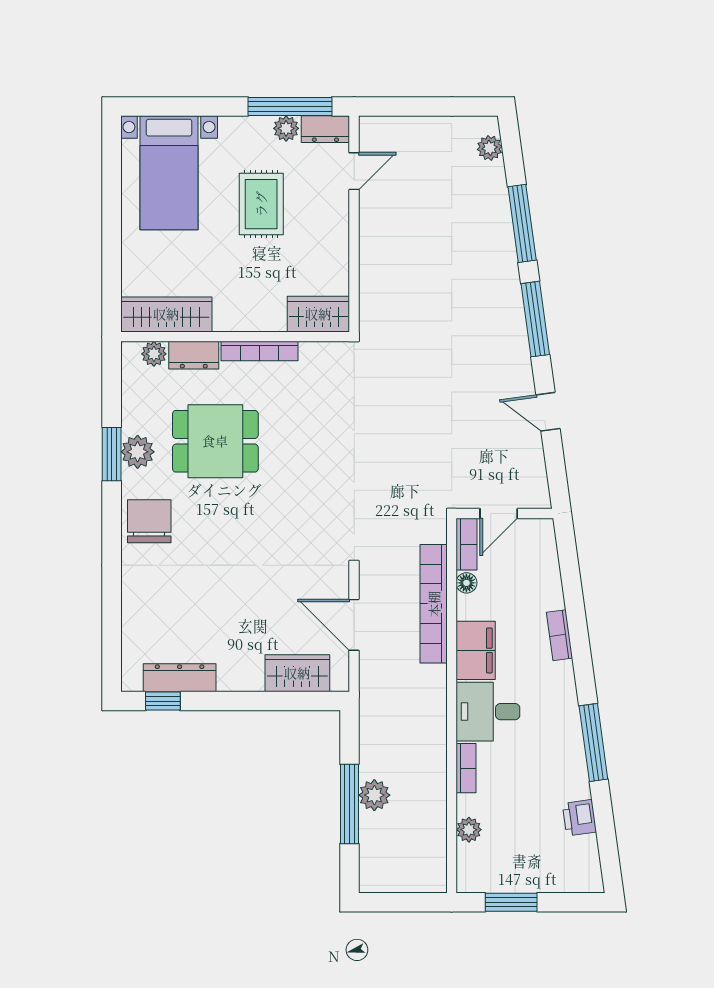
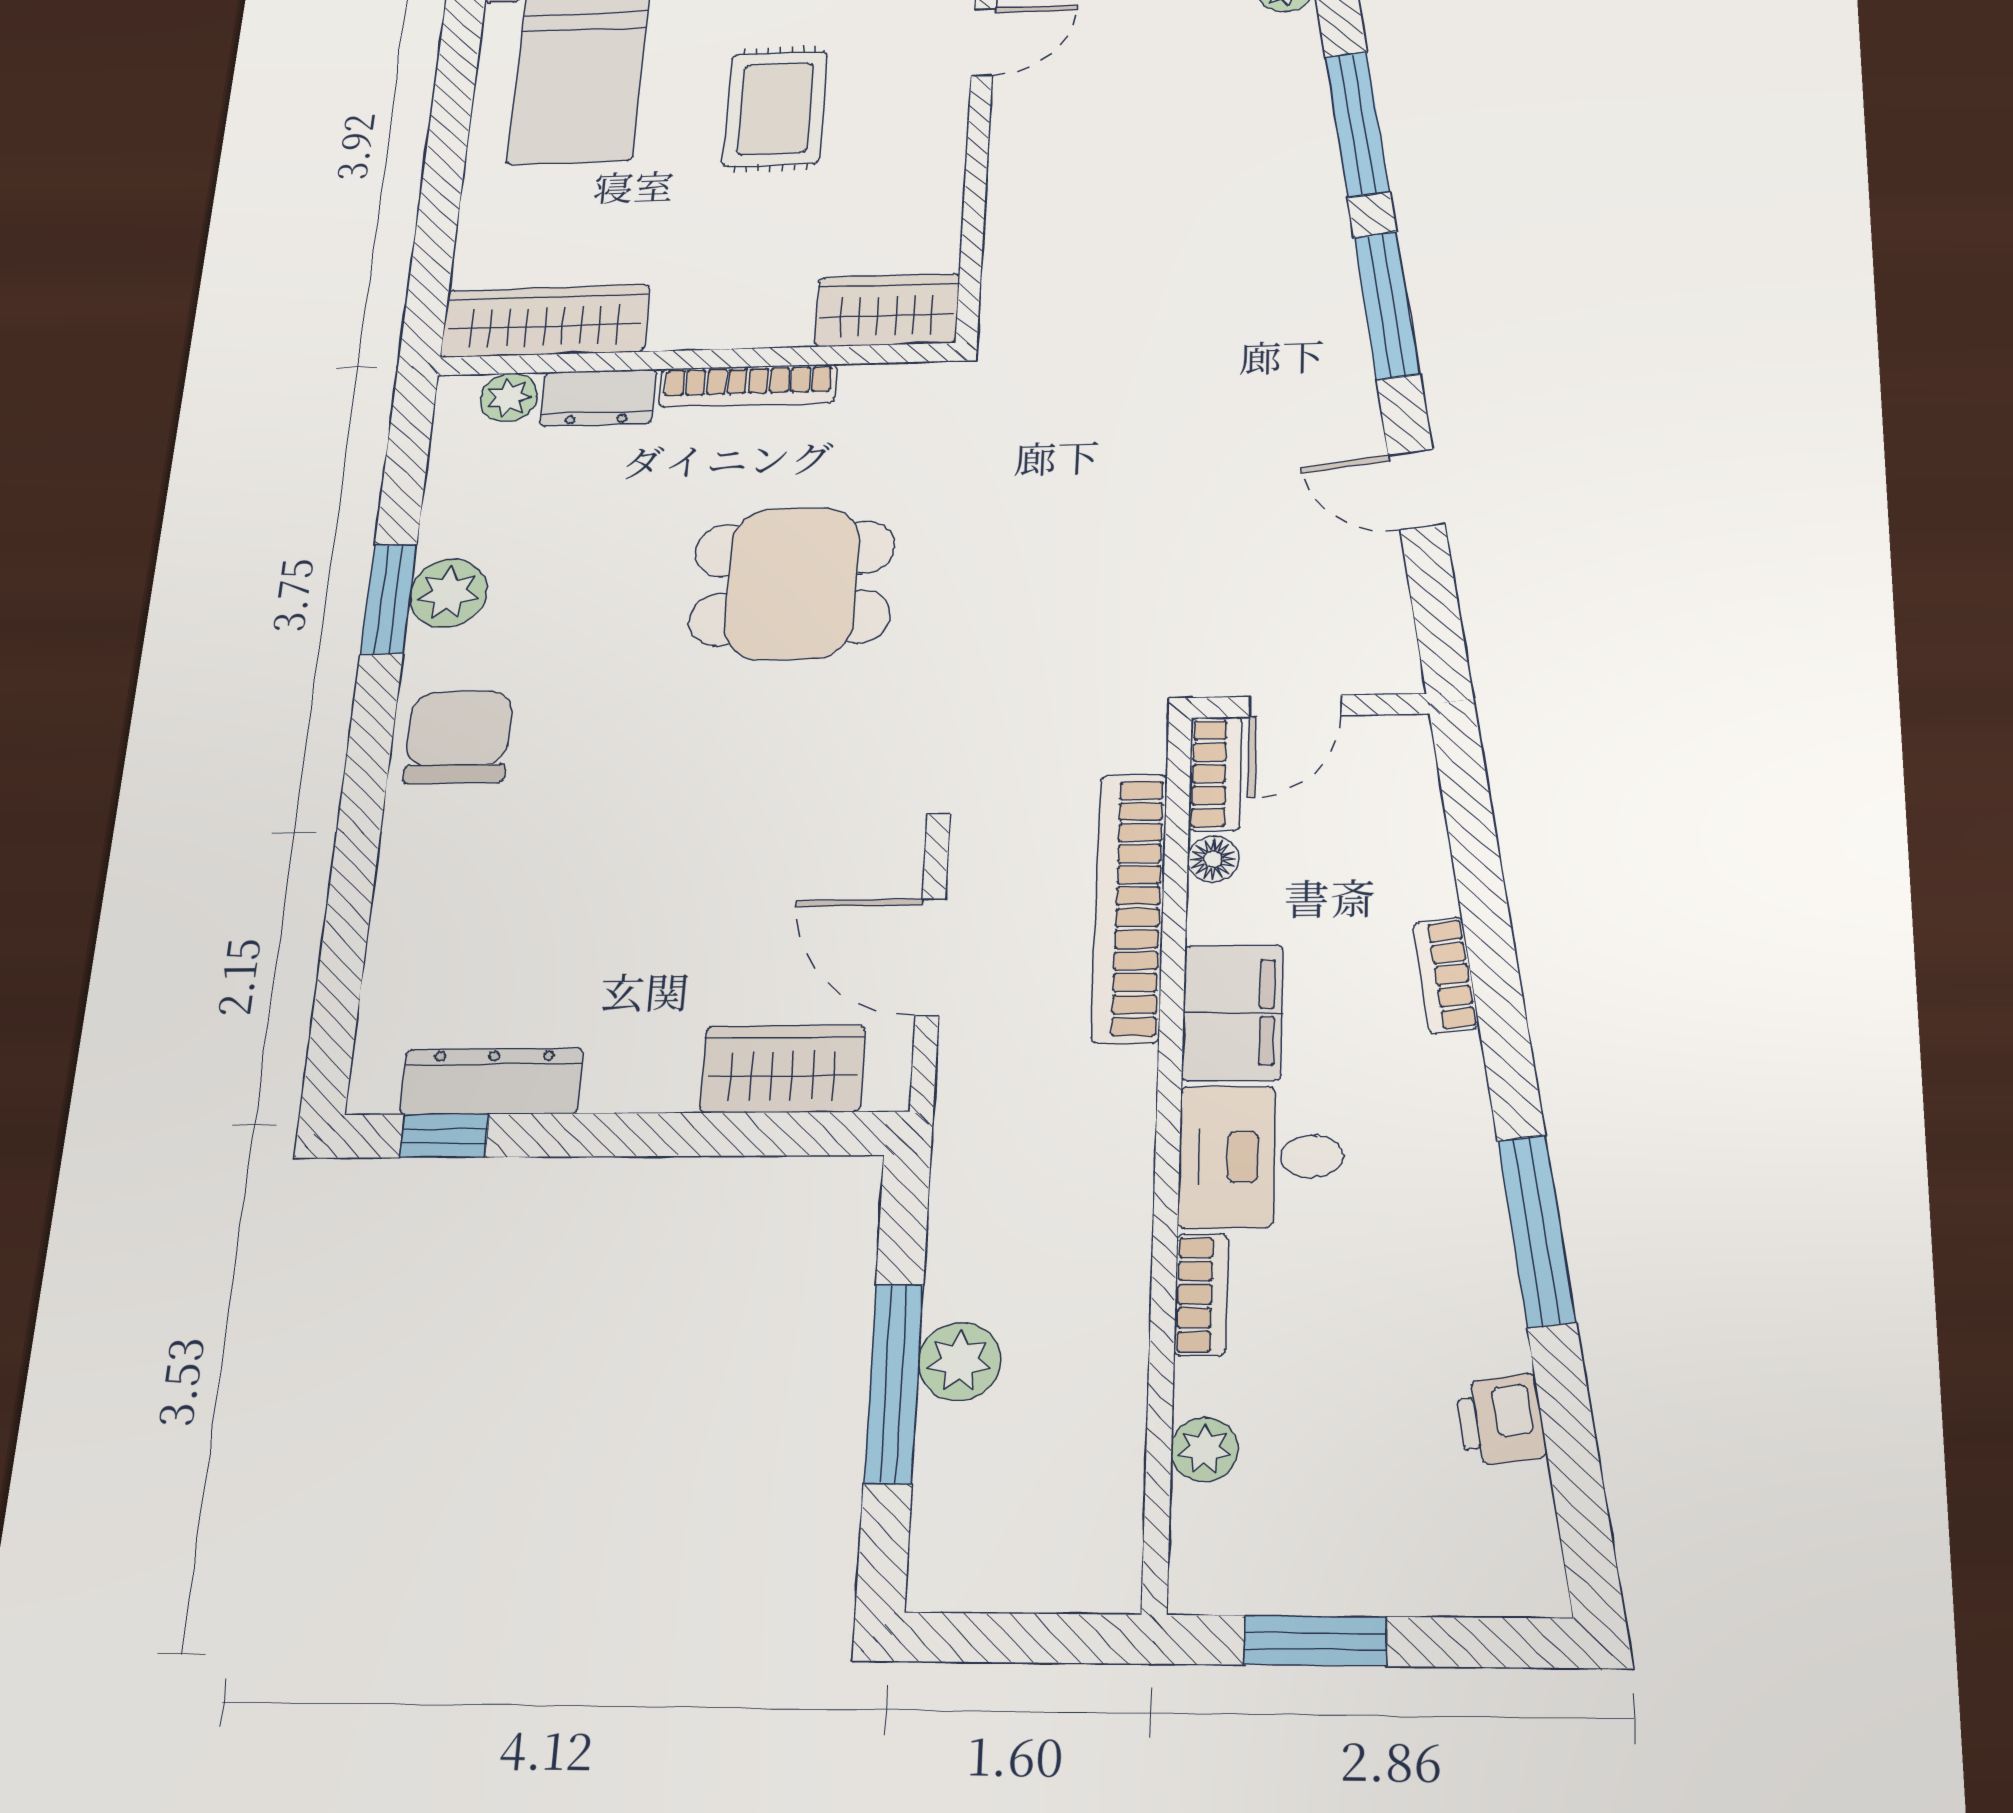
dining table: (215, 441) -> (792, 583), moved

